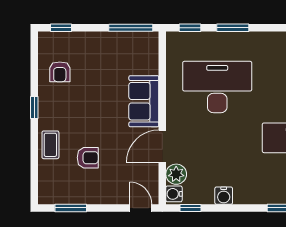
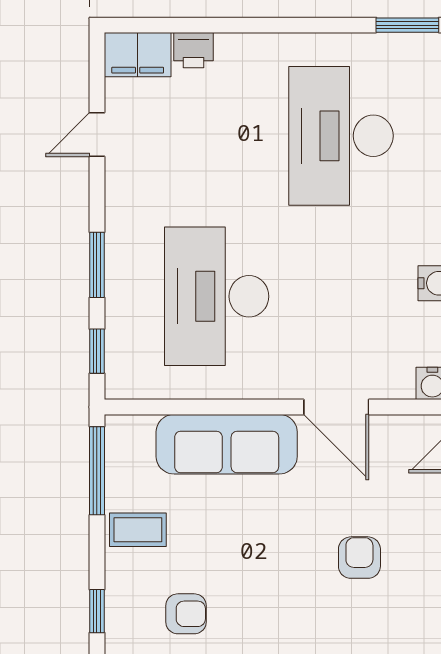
sofa: (144, 101) -> (227, 444), width x1.36
coffee table: (50, 145) -> (138, 530), moved
plant: (176, 174) -> (392, 379), removed

